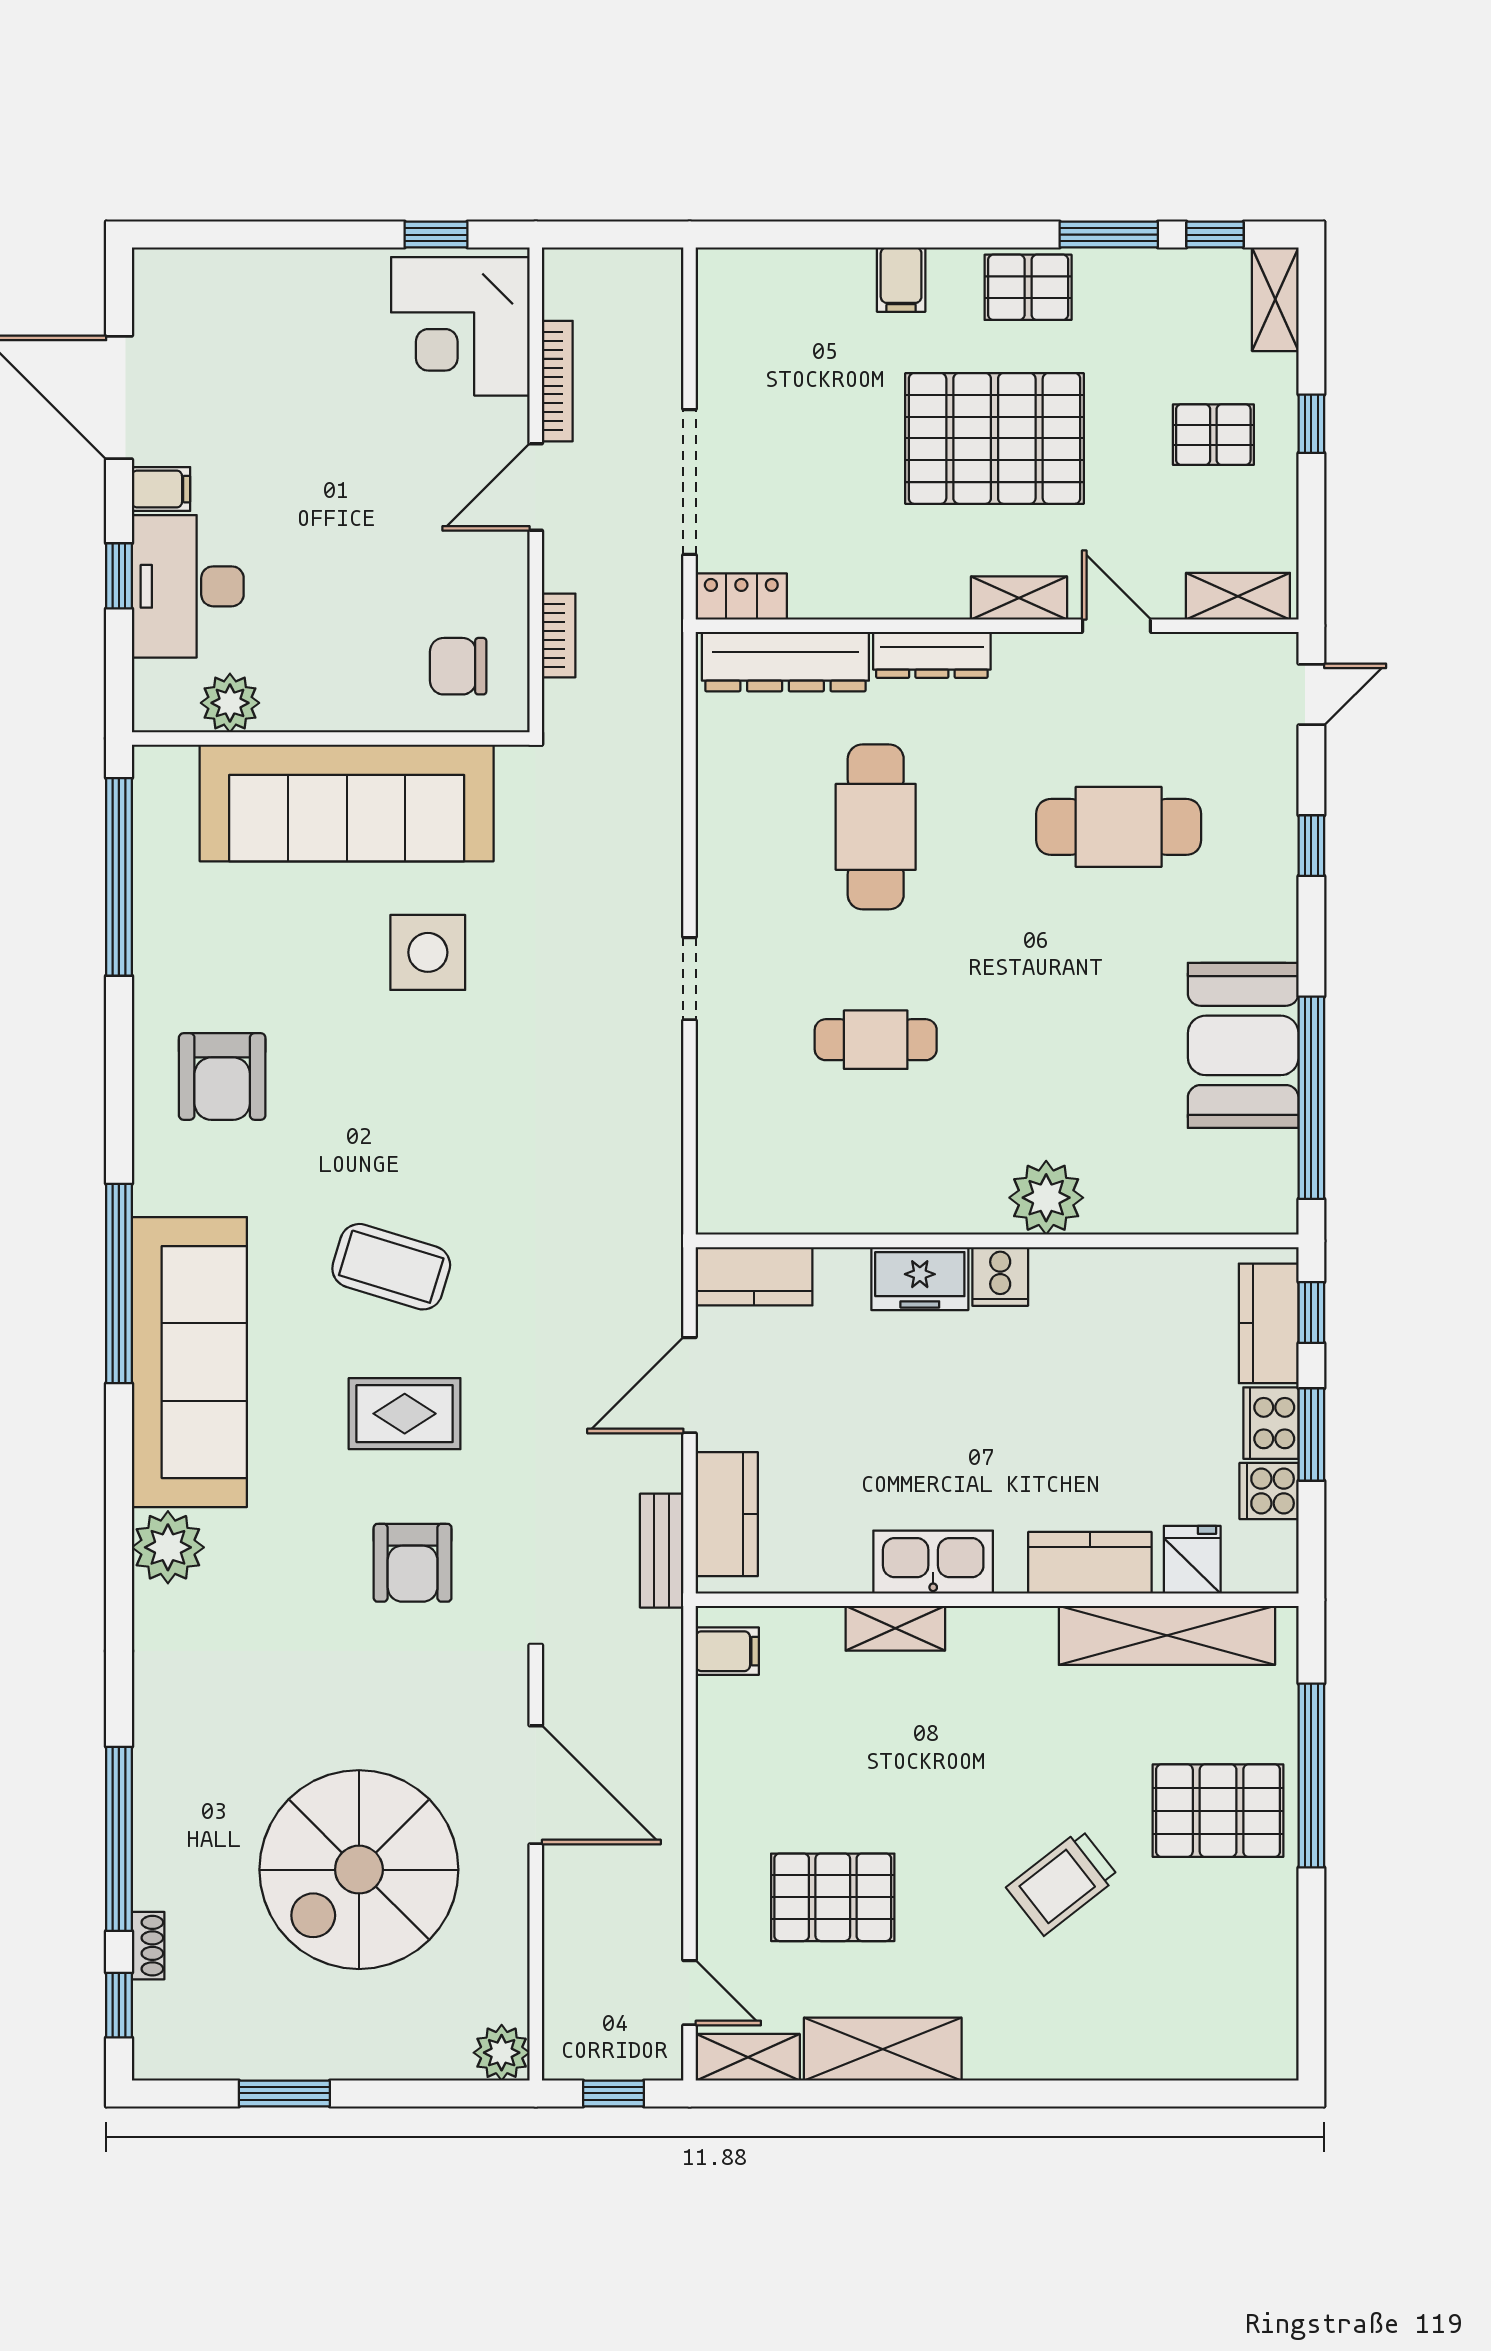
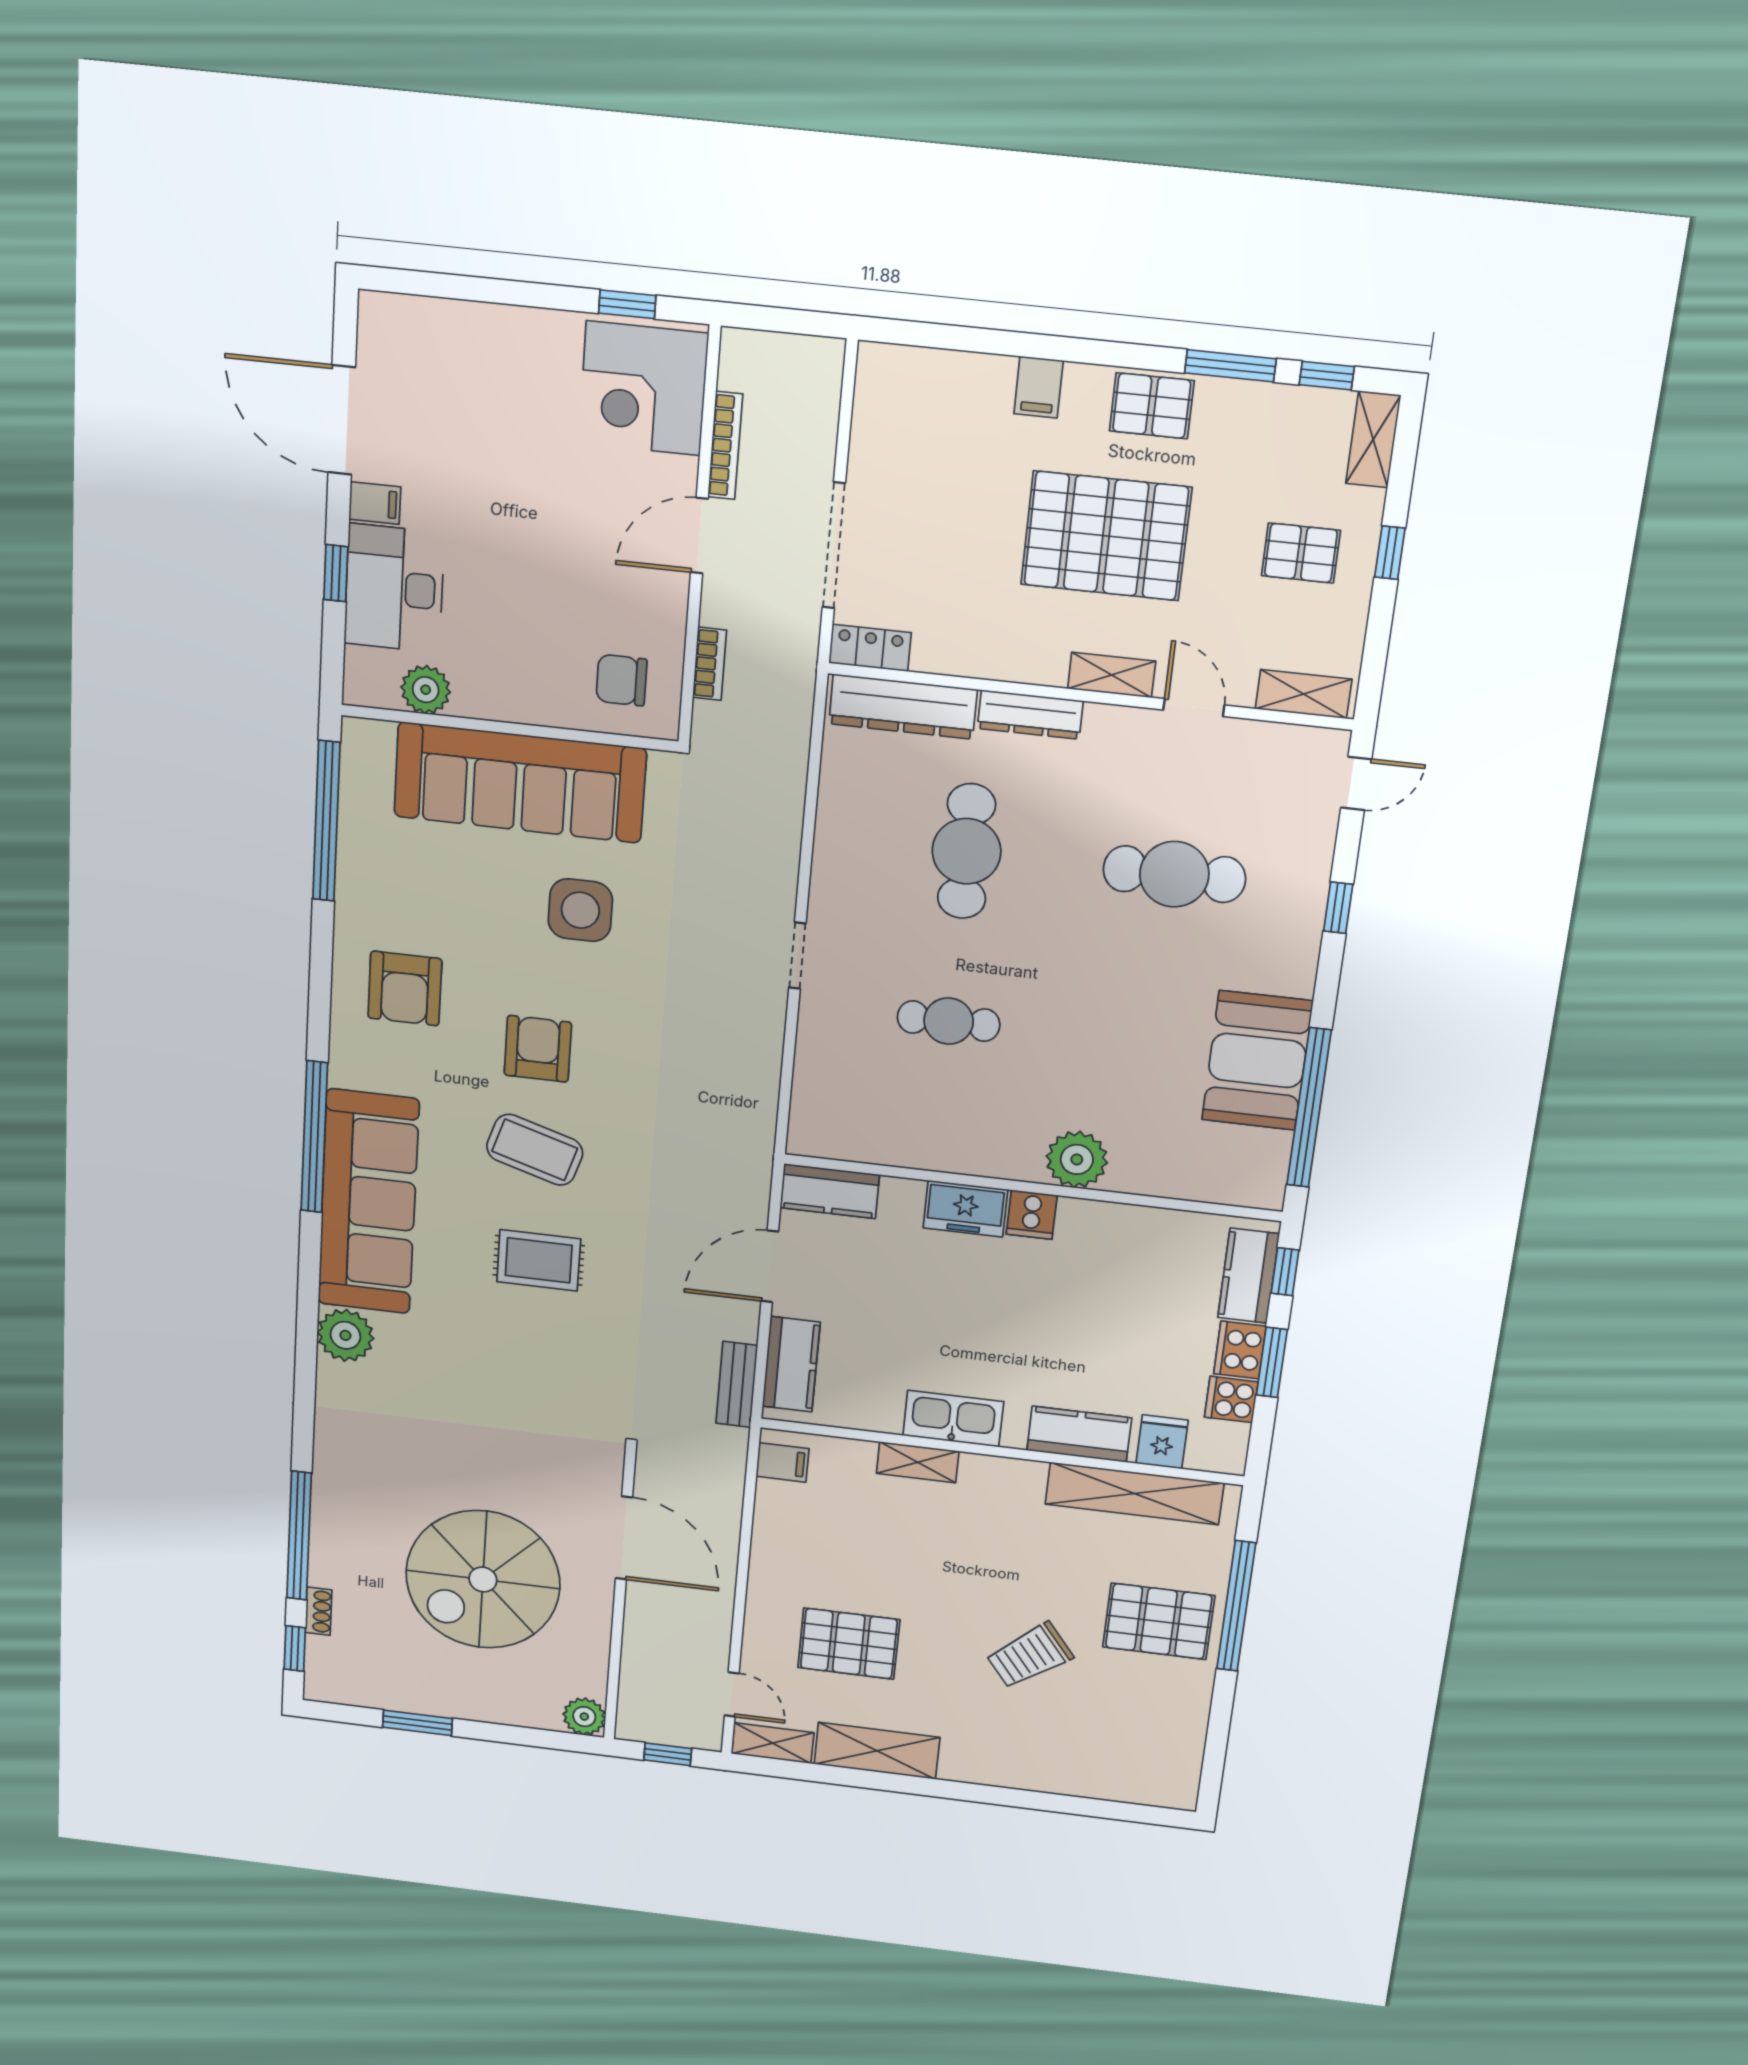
armchair: (413, 1563) -> (538, 1049), moved, turned 180

